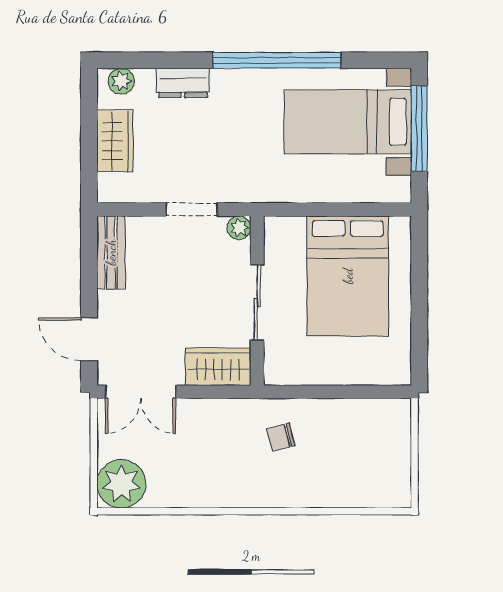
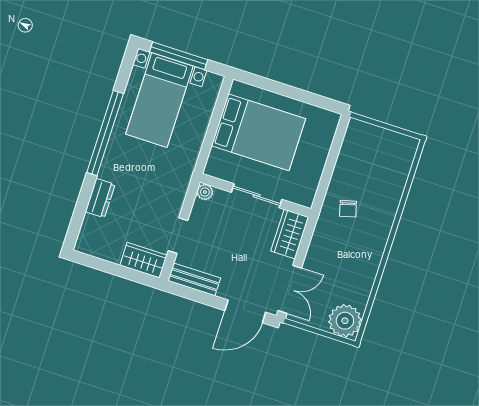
plant: (121, 81) -> (86, 237), removed
wardrobe: (115, 141) -> (143, 260), moved
doorway: (191, 210) -> (178, 236), moved
door: (89, 339) -> (245, 311), width x1.38

